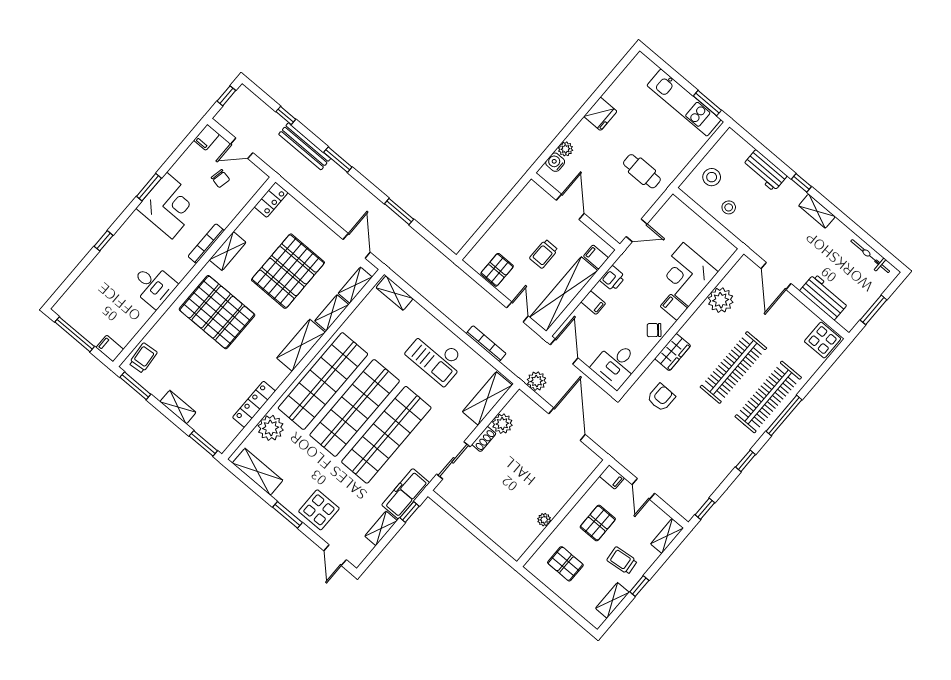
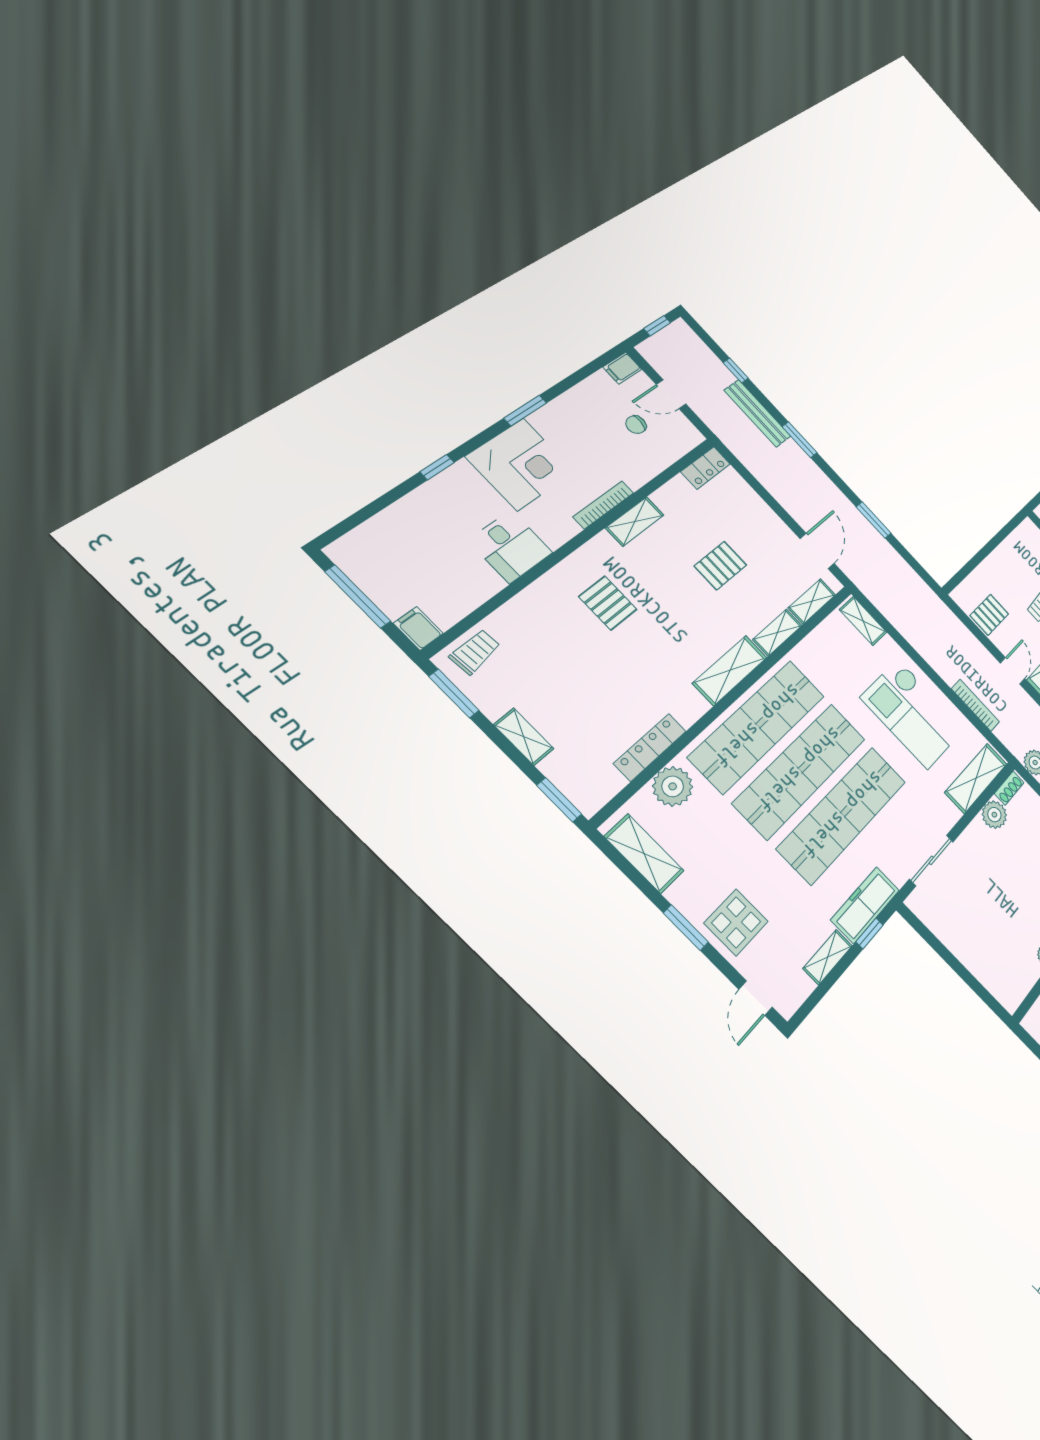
chair: (220, 179) -> (636, 425), turned 83
corner desk: (169, 206) -> (520, 464), moved
pallet: (288, 271) -> (720, 566), width x0.49, depth x0.50
pallet: (217, 312) -> (608, 603), width x0.49, depth x0.50
checkout: (436, 357) -> (913, 713), width x1.36, depth x1.21
shoe rack: (484, 439) -> (1009, 788), moved

